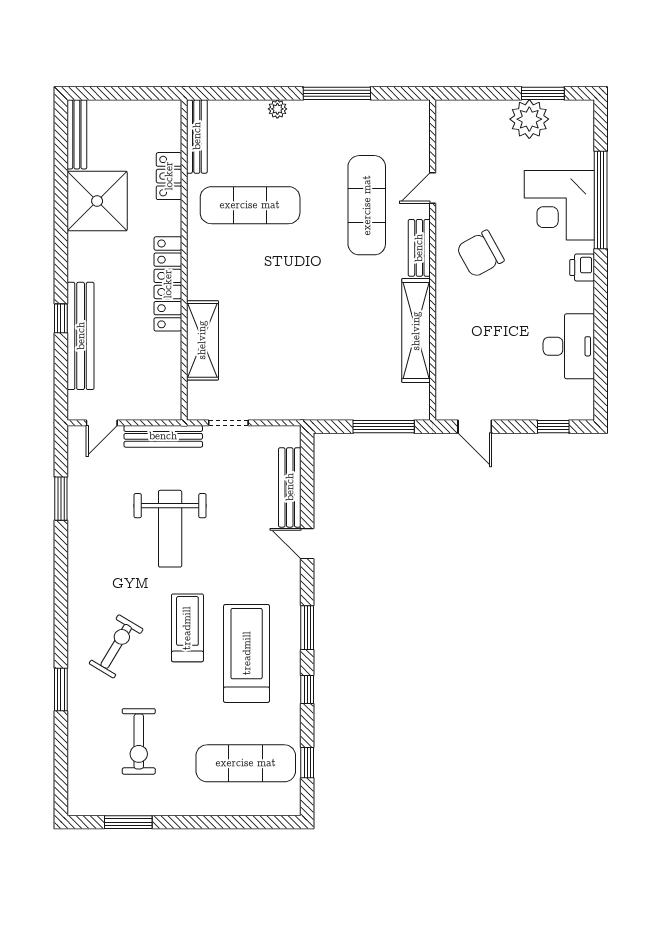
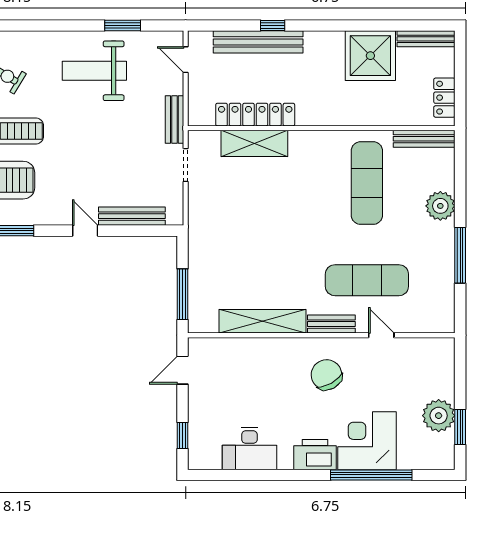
plant: (277, 109) -> (440, 206), width x1.88, depth x1.88
locker: (169, 176) -> (444, 98), moved, turned -90
printer: (582, 268) -> (315, 455), width x1.87, depth x1.48
locker: (168, 284) -> (255, 115), moved
bench: (163, 436) -> (174, 119), width x0.73
weight bench: (170, 529) -> (94, 71), moved
door: (307, 544) -> (85, 231), hinge flipped

